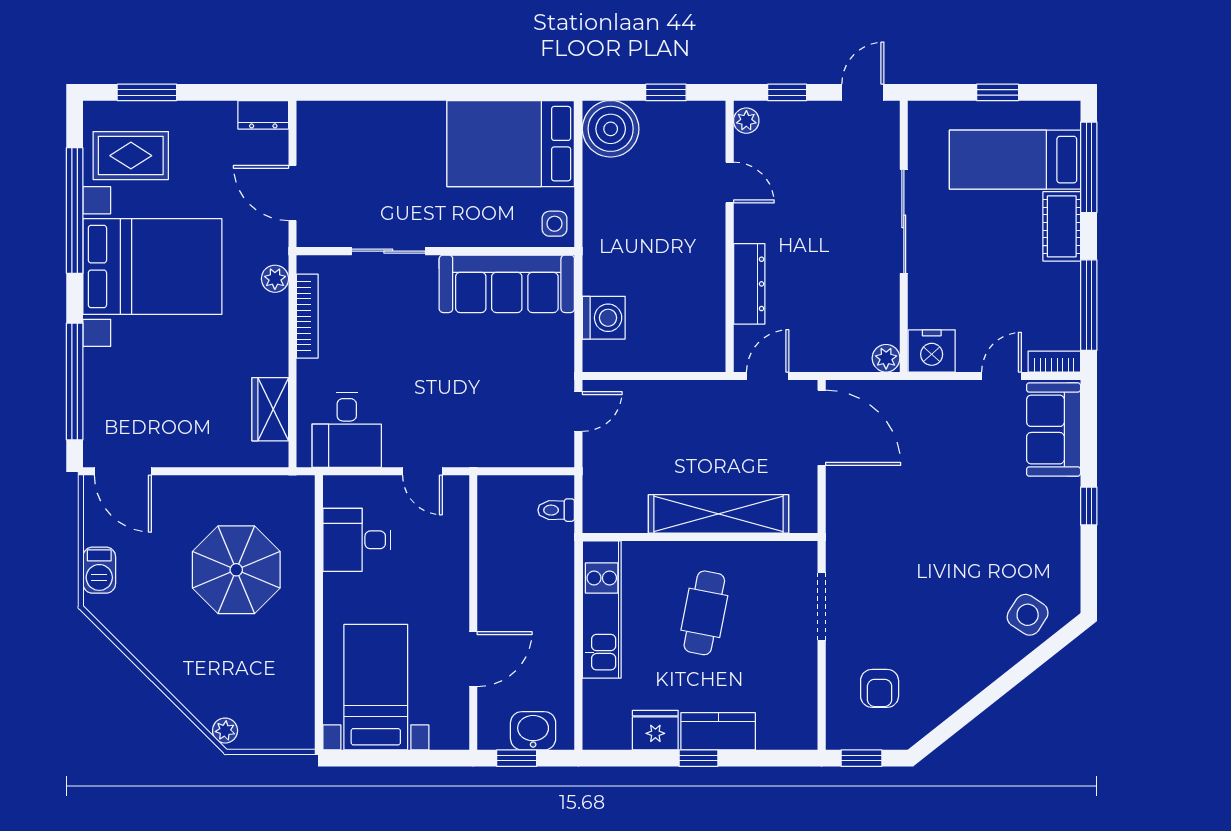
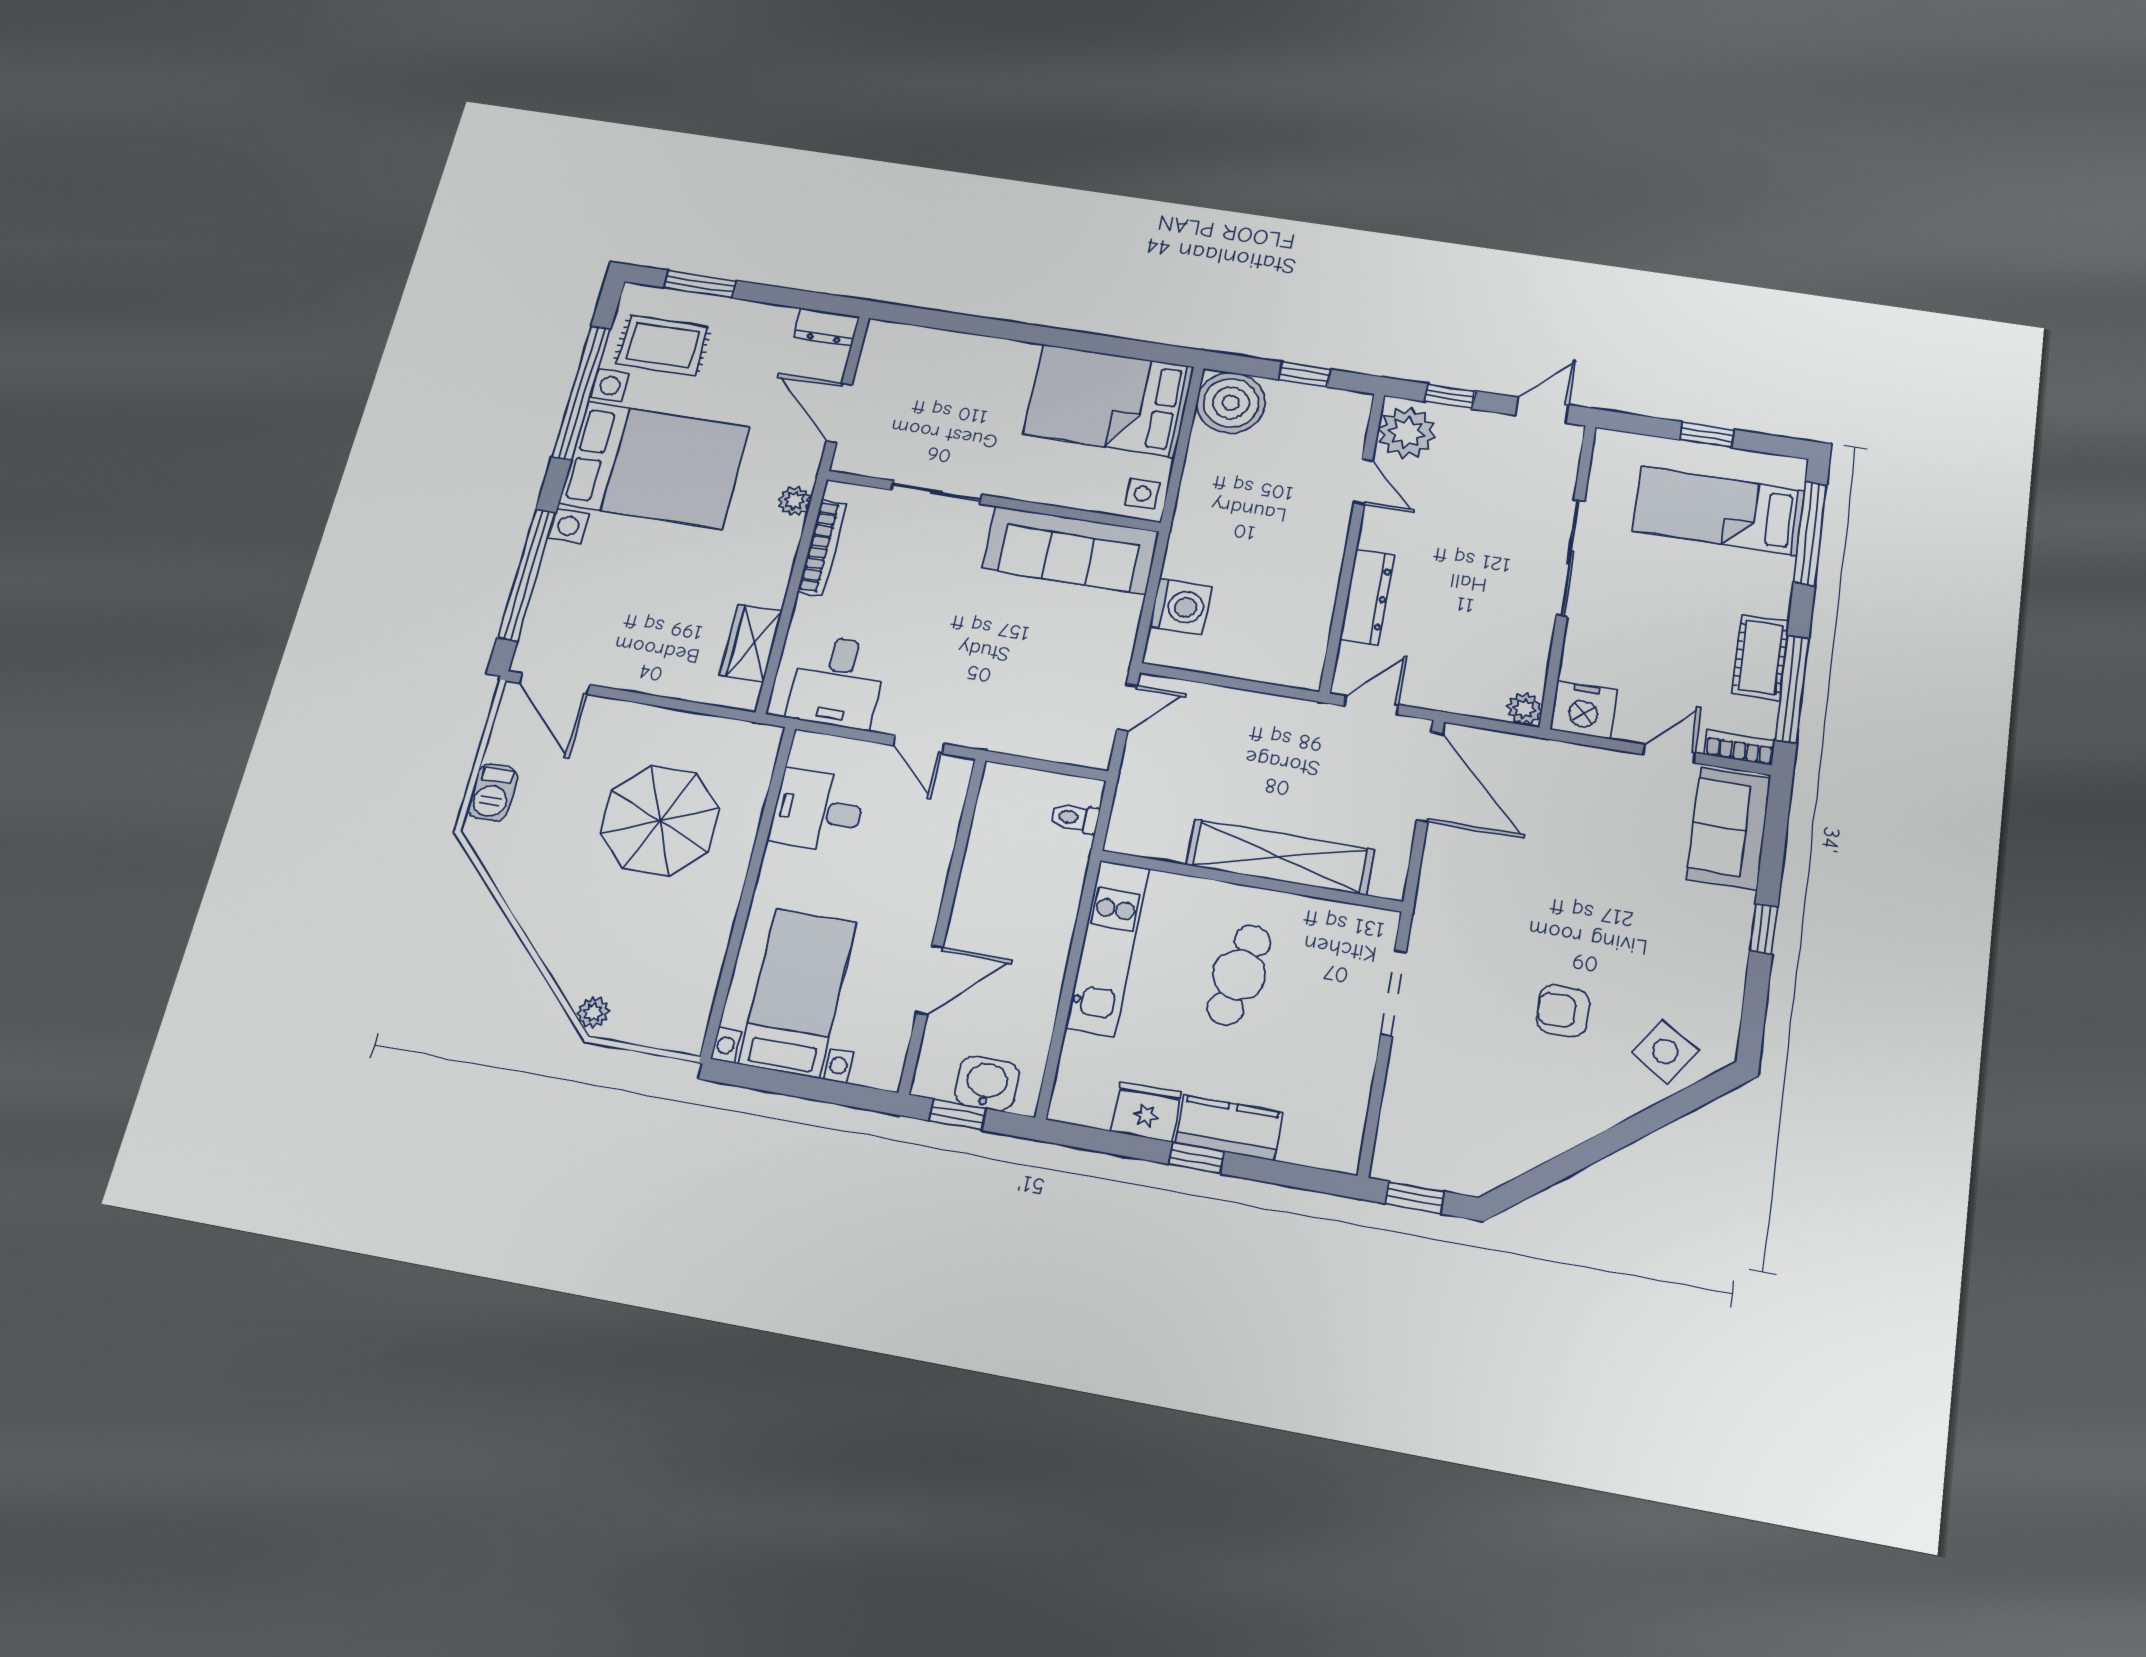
plant: (746, 121) -> (1407, 433), width x1.87, depth x1.87
cot: (1062, 226) -> (1760, 657), moved
armchair: (880, 688) -> (1563, 1011), moved, turned 90

